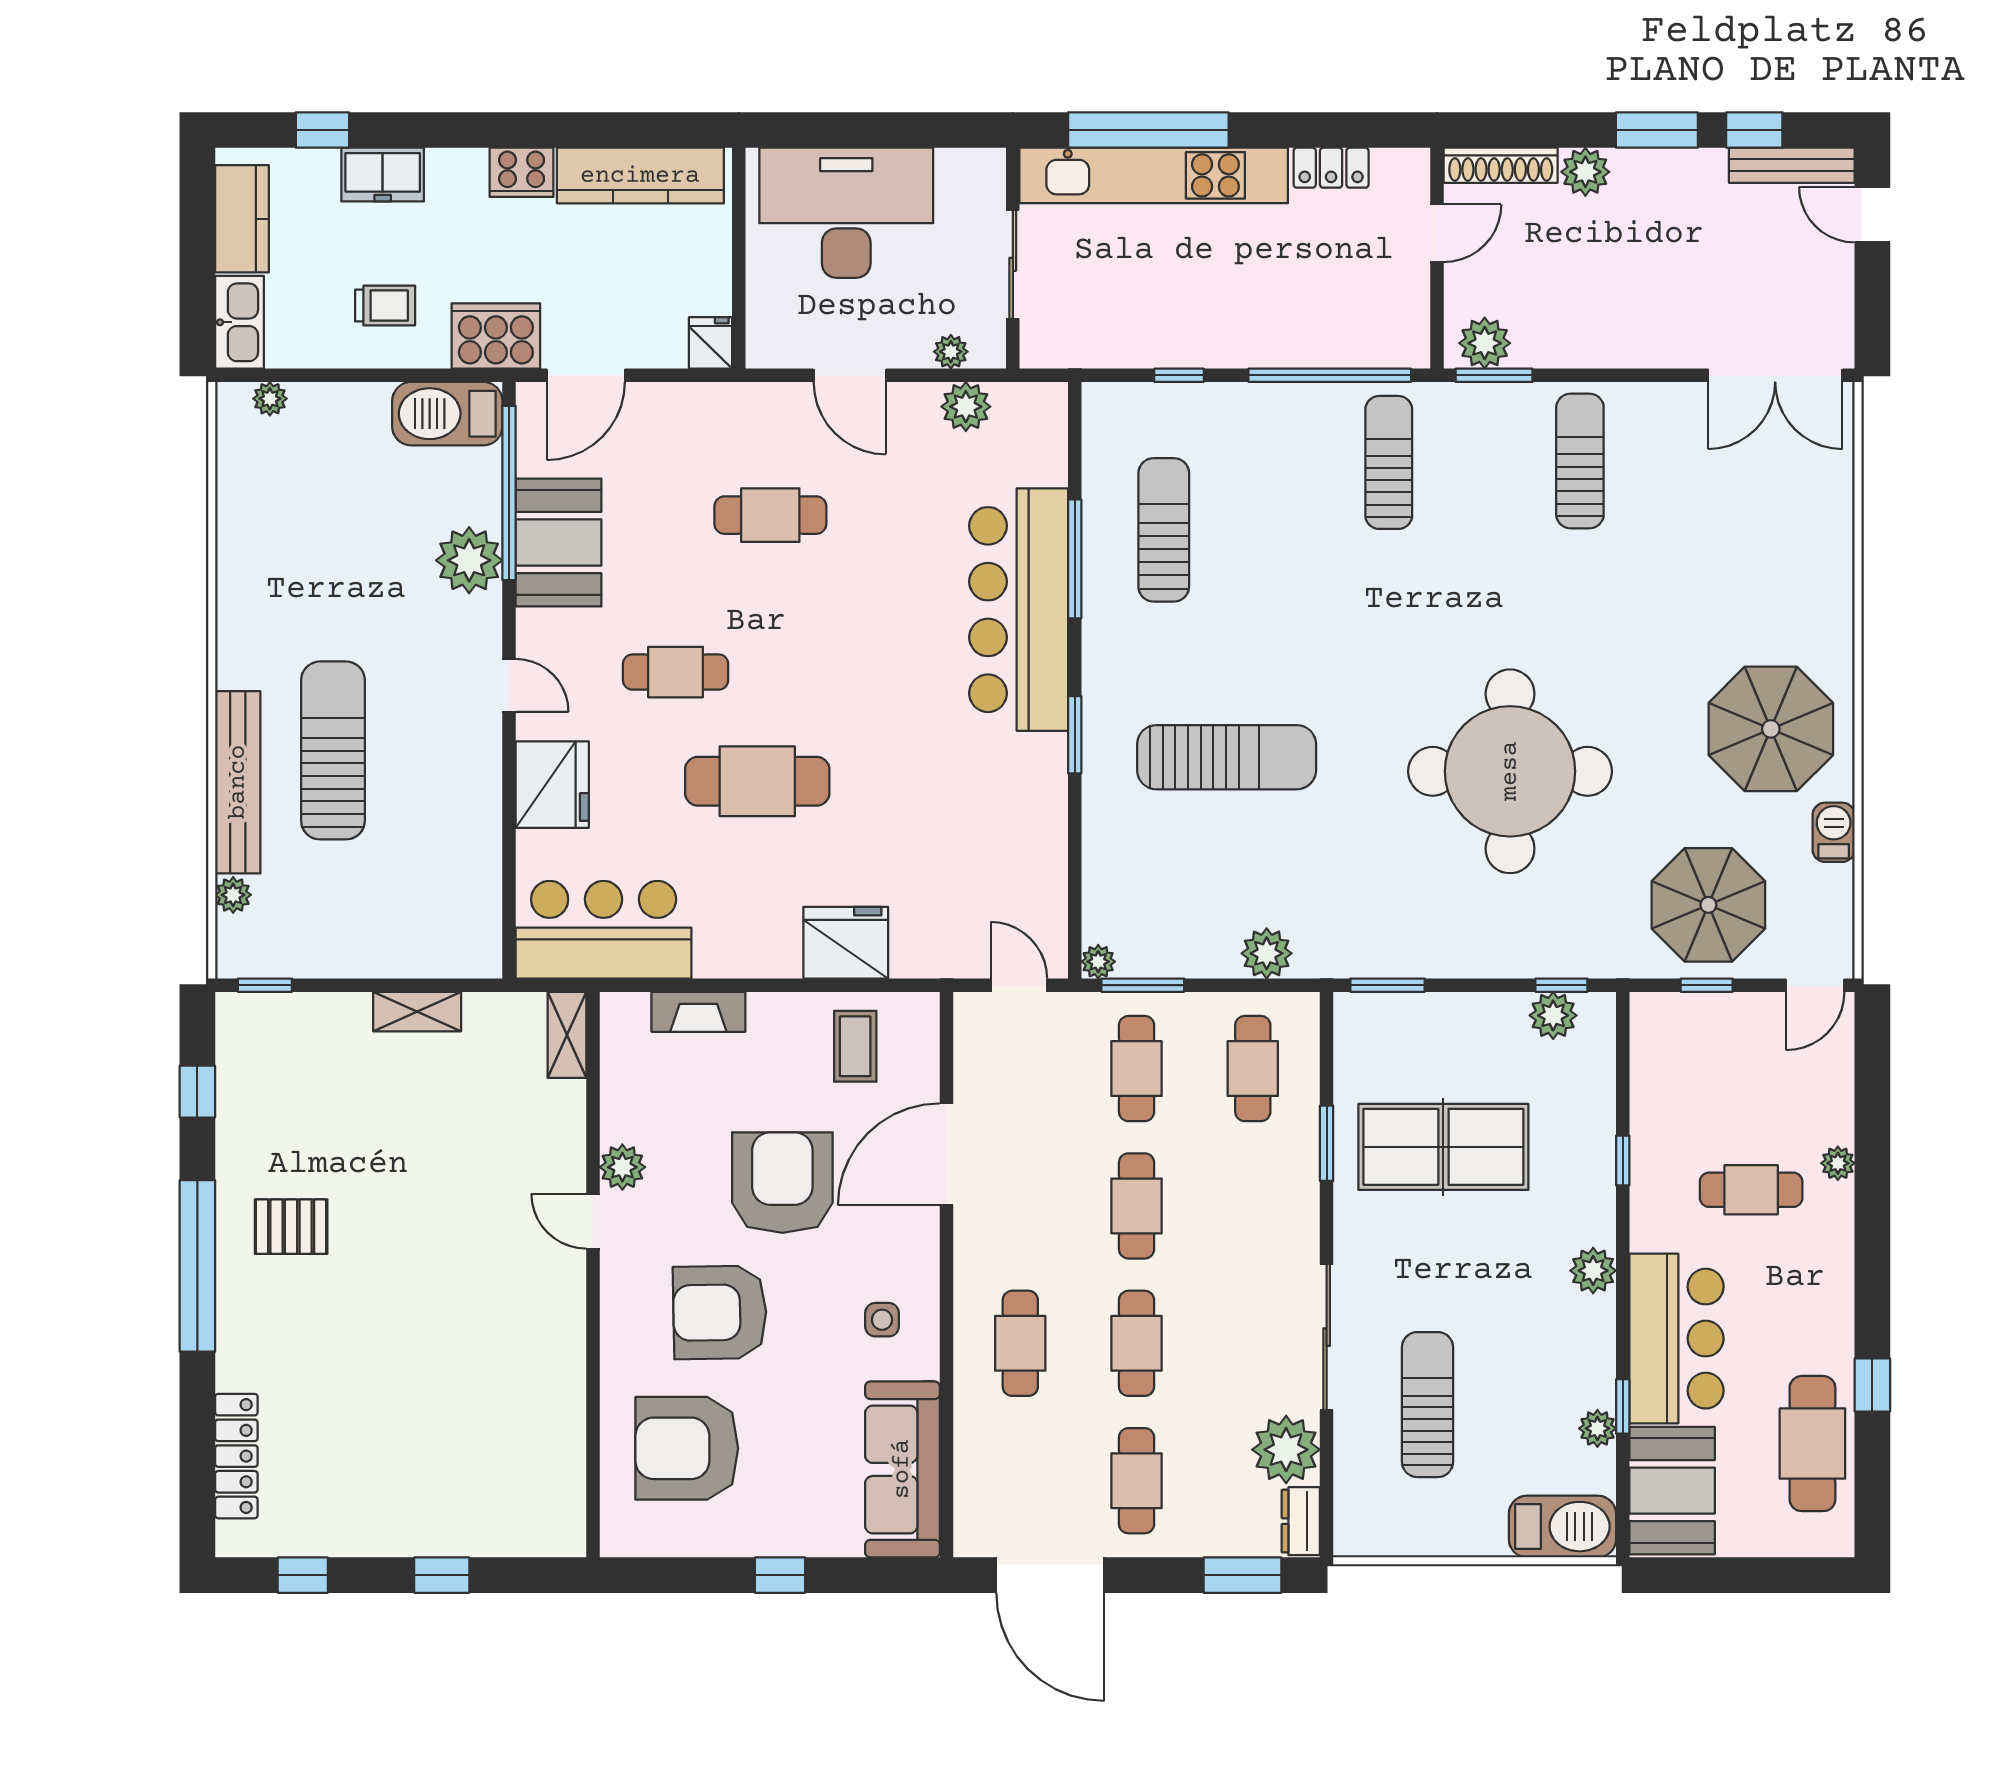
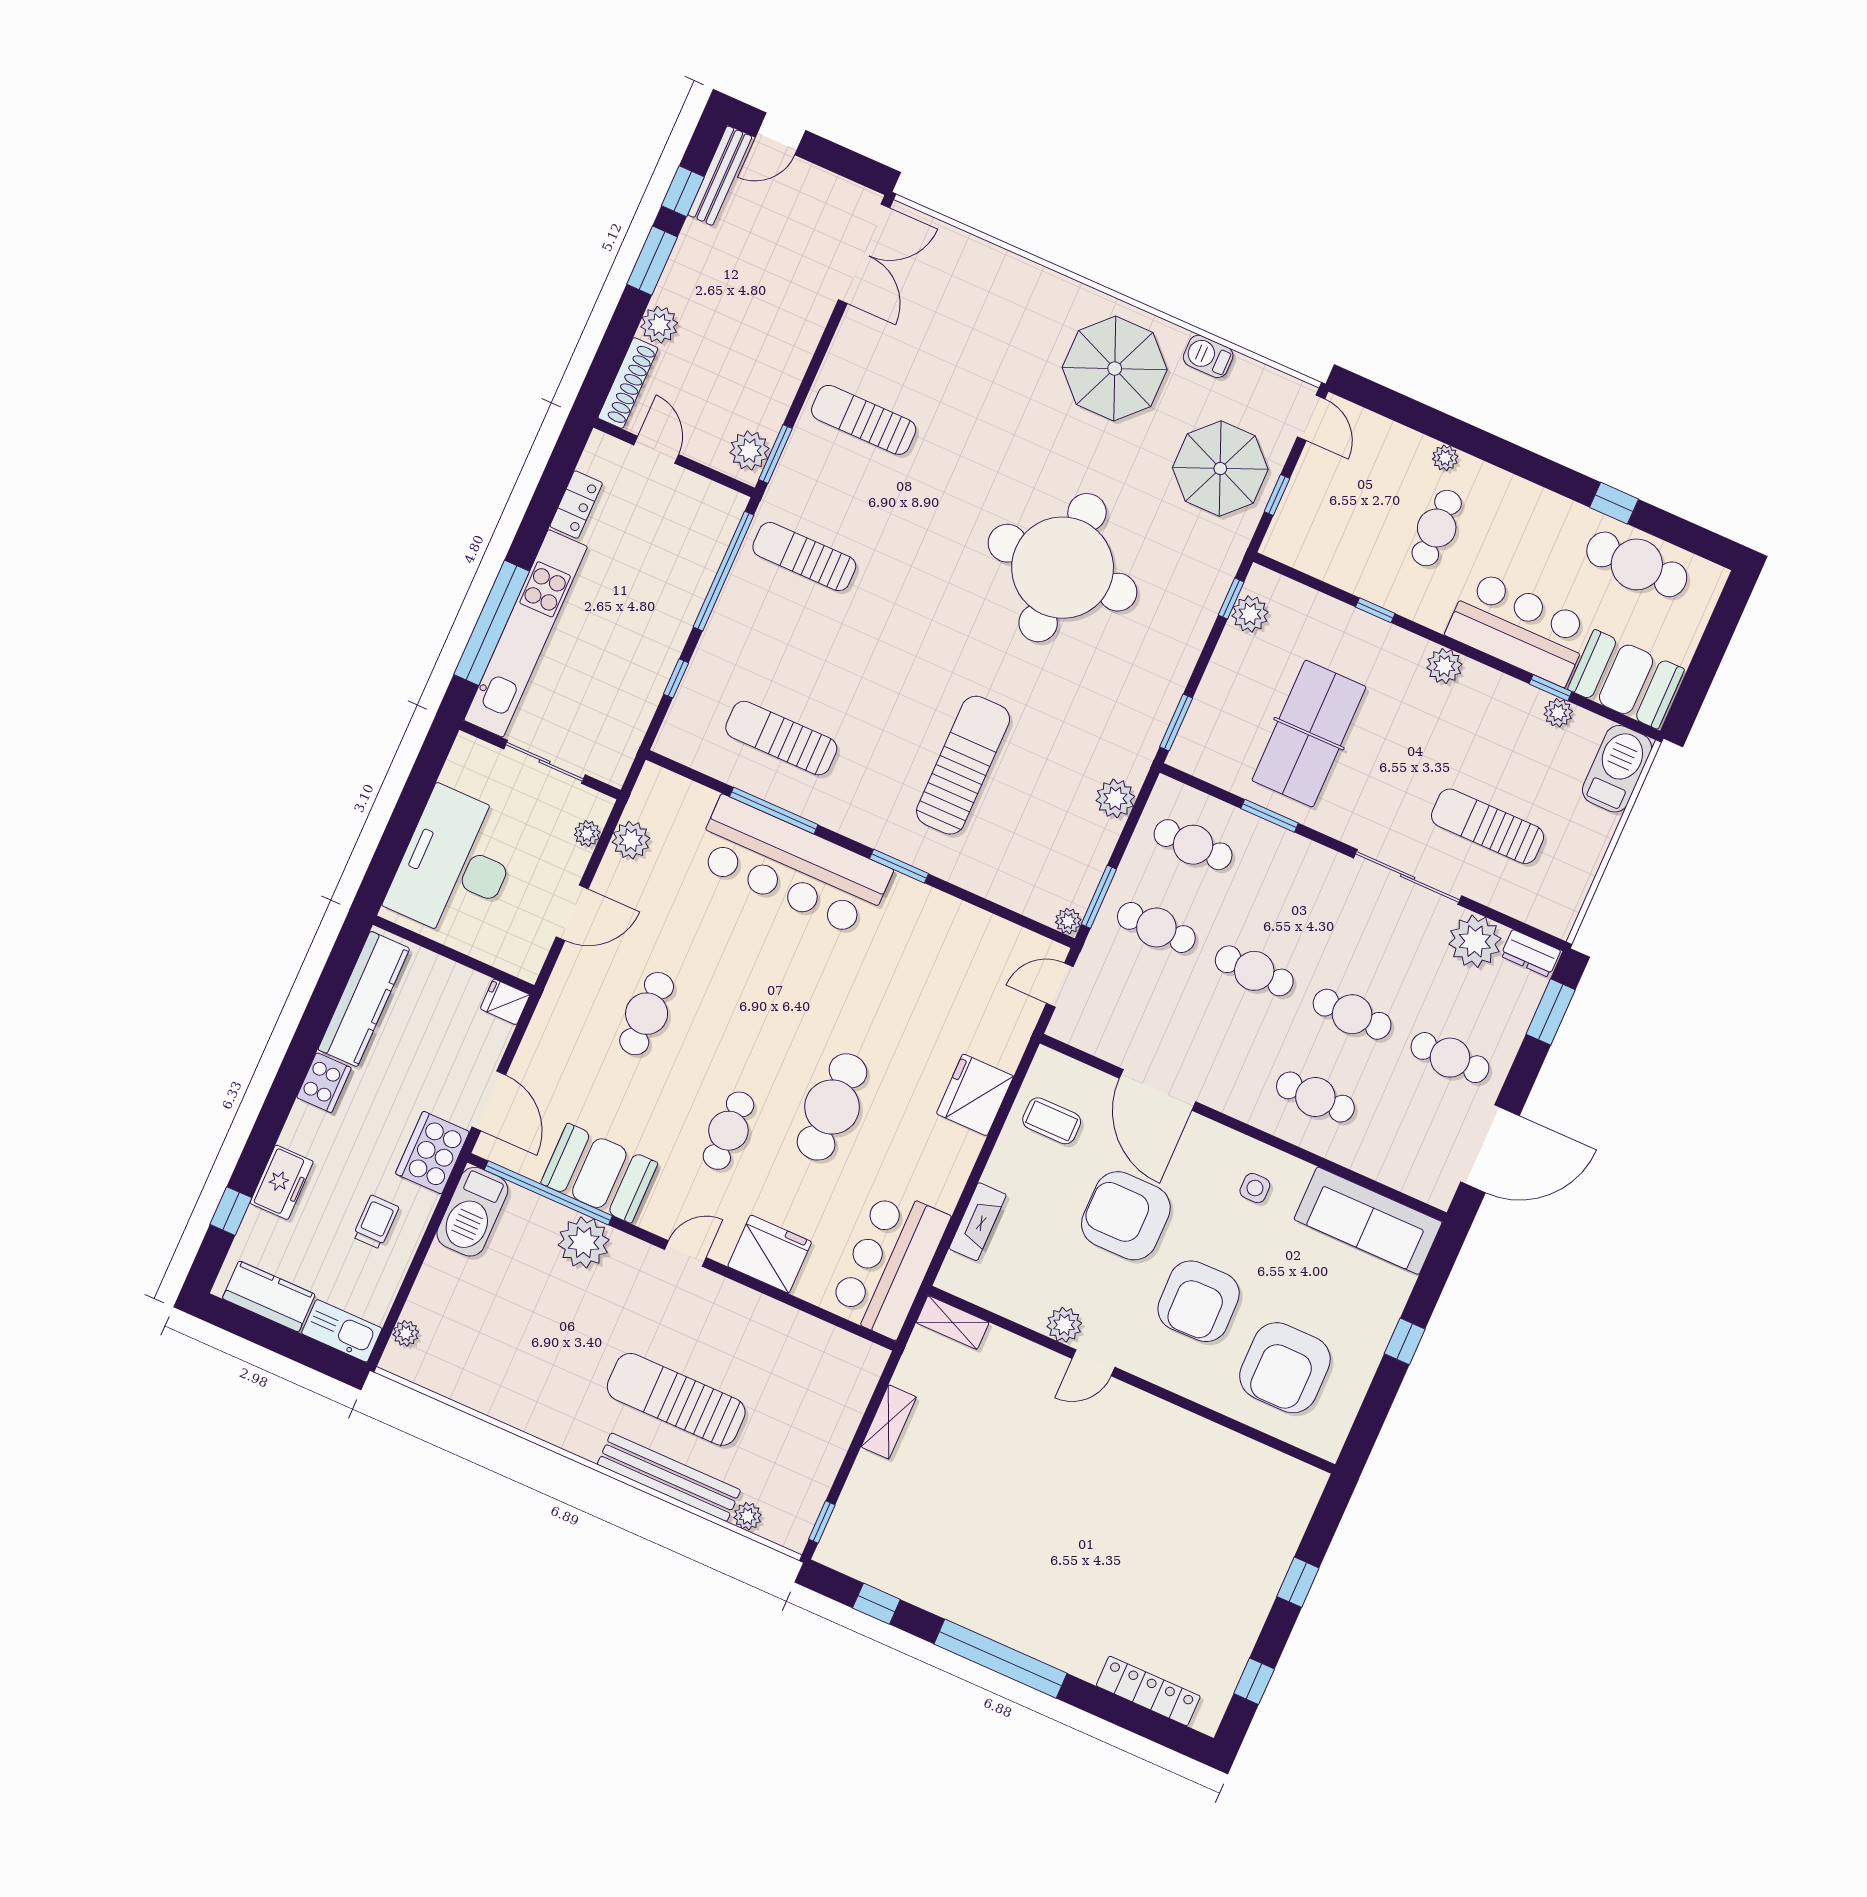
pallet: (291, 1227) -> (1002, 1580), removed

